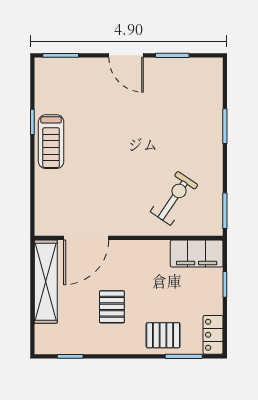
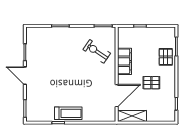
door: (126, 55) -> (25, 76), swing flipped
door: (86, 238) -> (117, 96), hinge flipped
filing cabinet: (197, 254) -> (125, 61), moved
shelving: (46, 282) -> (132, 116), width x0.68
locker: (213, 335) -> (165, 32), removed

